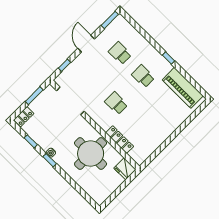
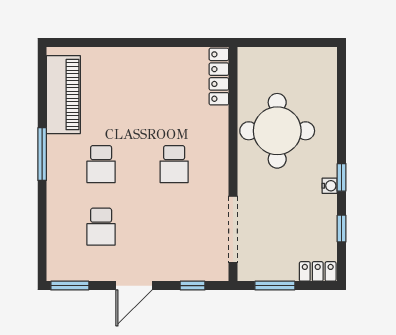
window: (168, 58) -> (42, 154), width x2.17
locker: (120, 140) -> (219, 77), moved
fridge: (125, 169) -> (252, 63), removed

